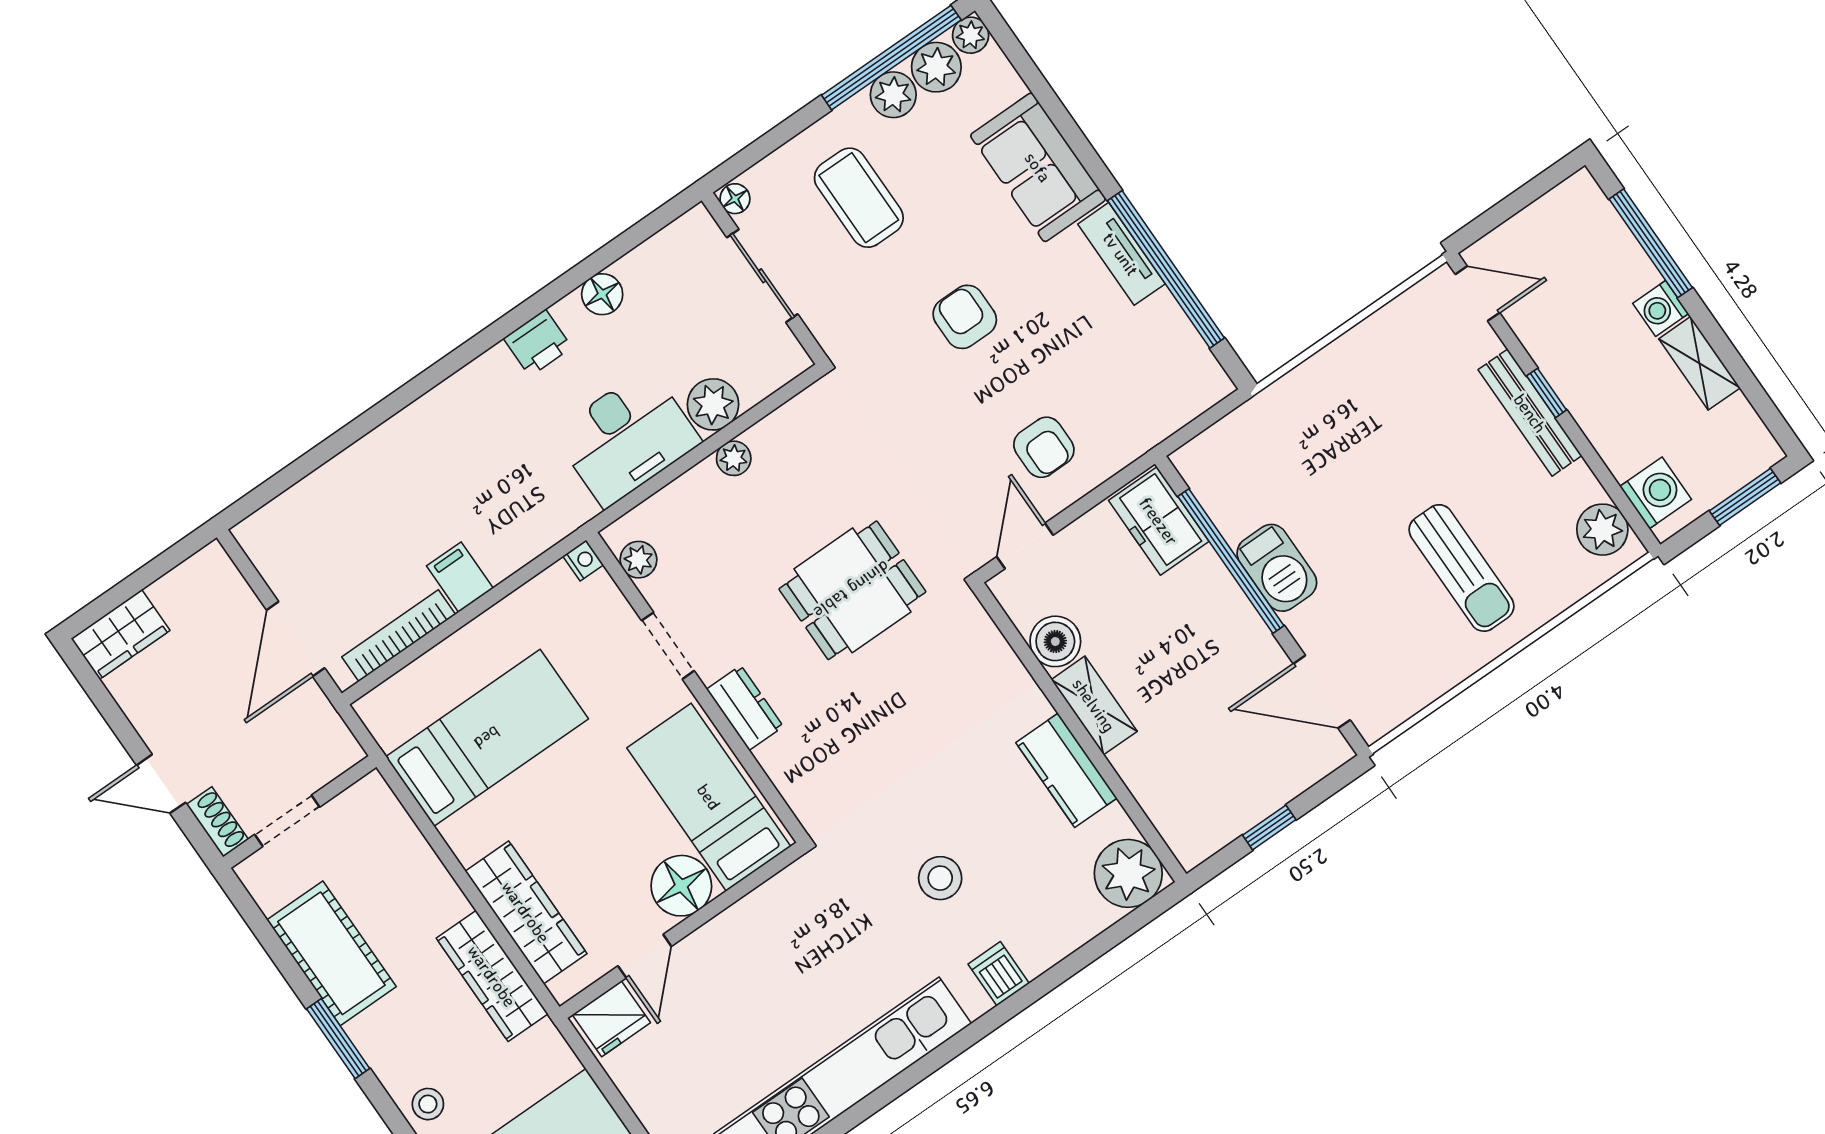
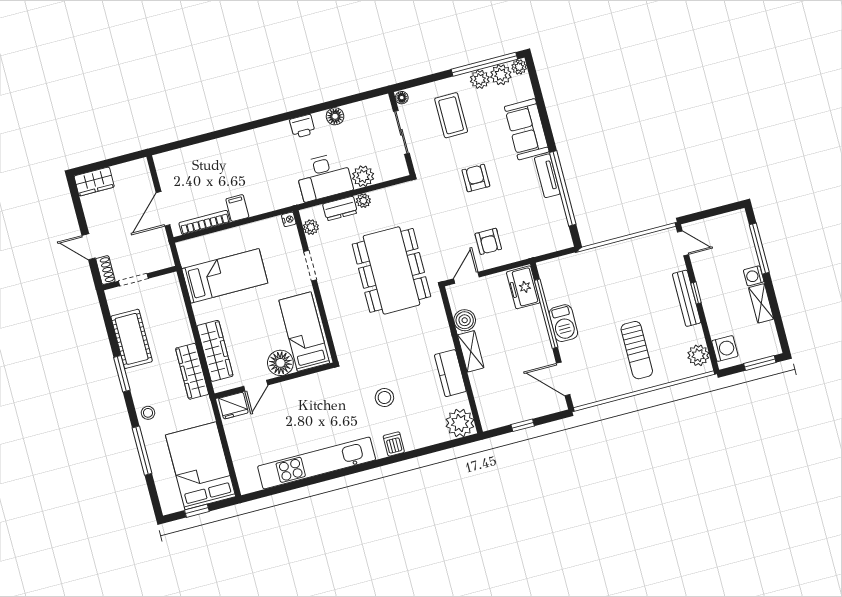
dining table: (852, 590) -> (391, 270), width x1.88, depth x1.24
dresser: (745, 708) -> (340, 208), moved, turned 90

